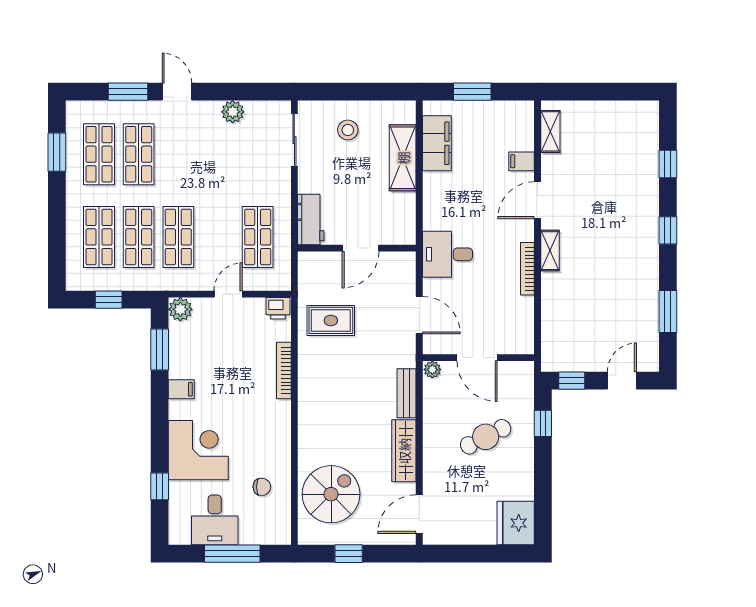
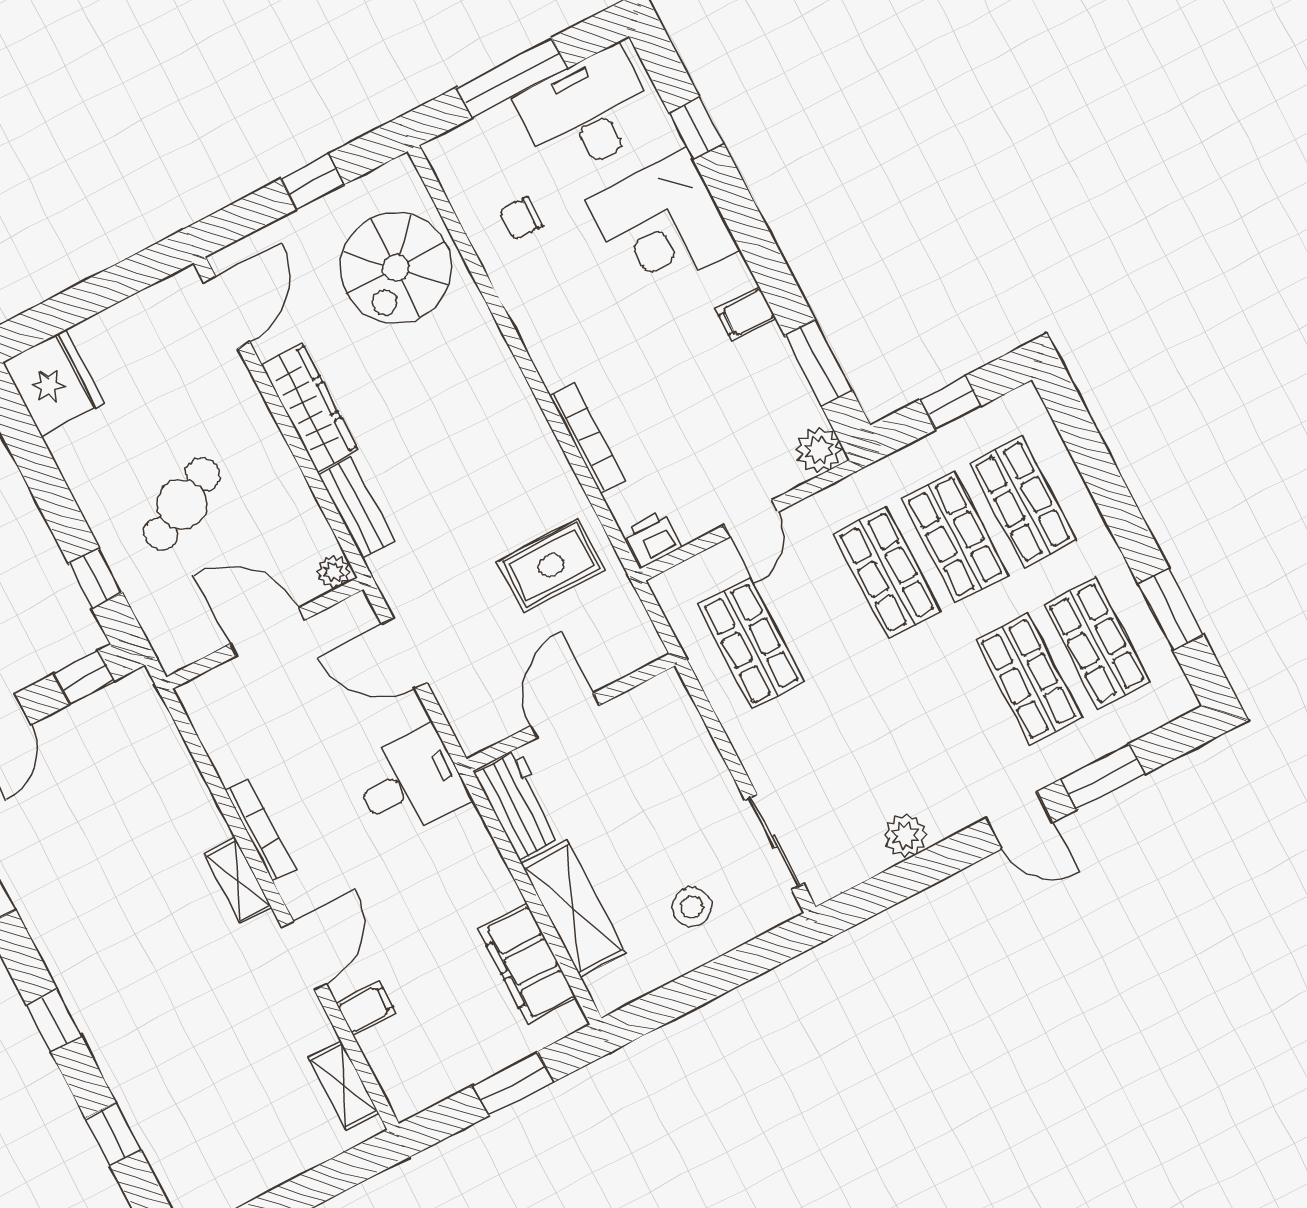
workbench: (311, 219) -> (519, 805), moved, turned 180
desk: (215, 520) -> (587, 112), width x1.37

